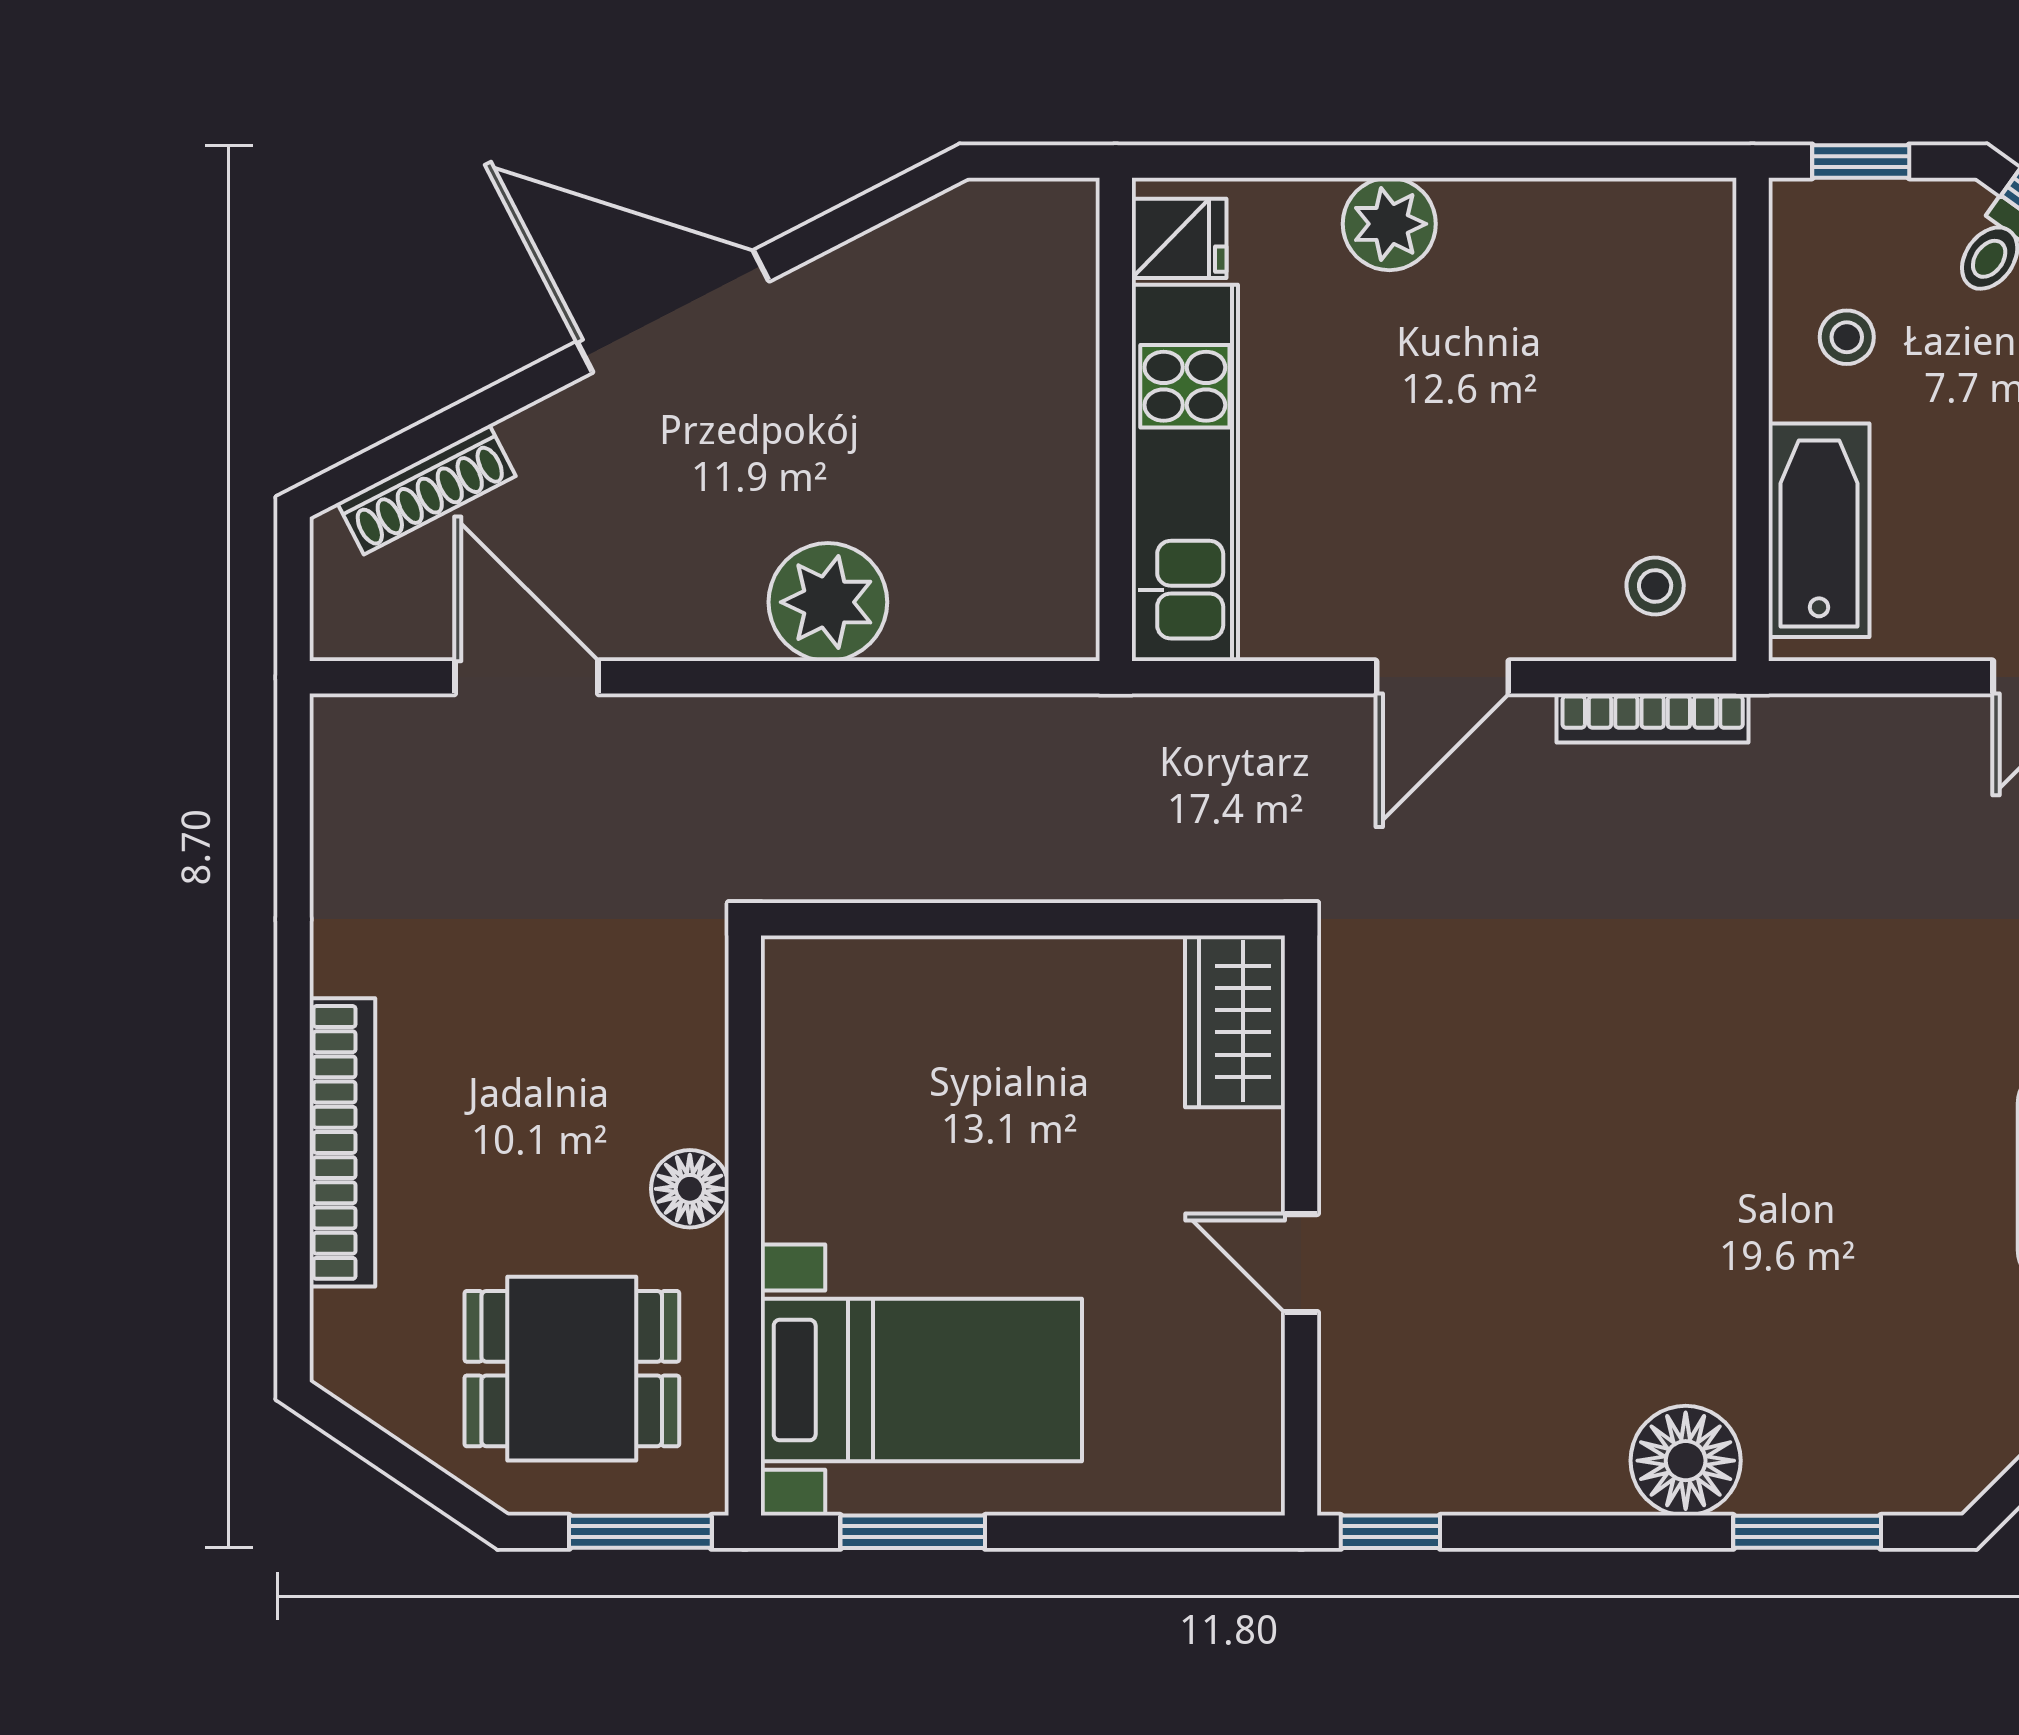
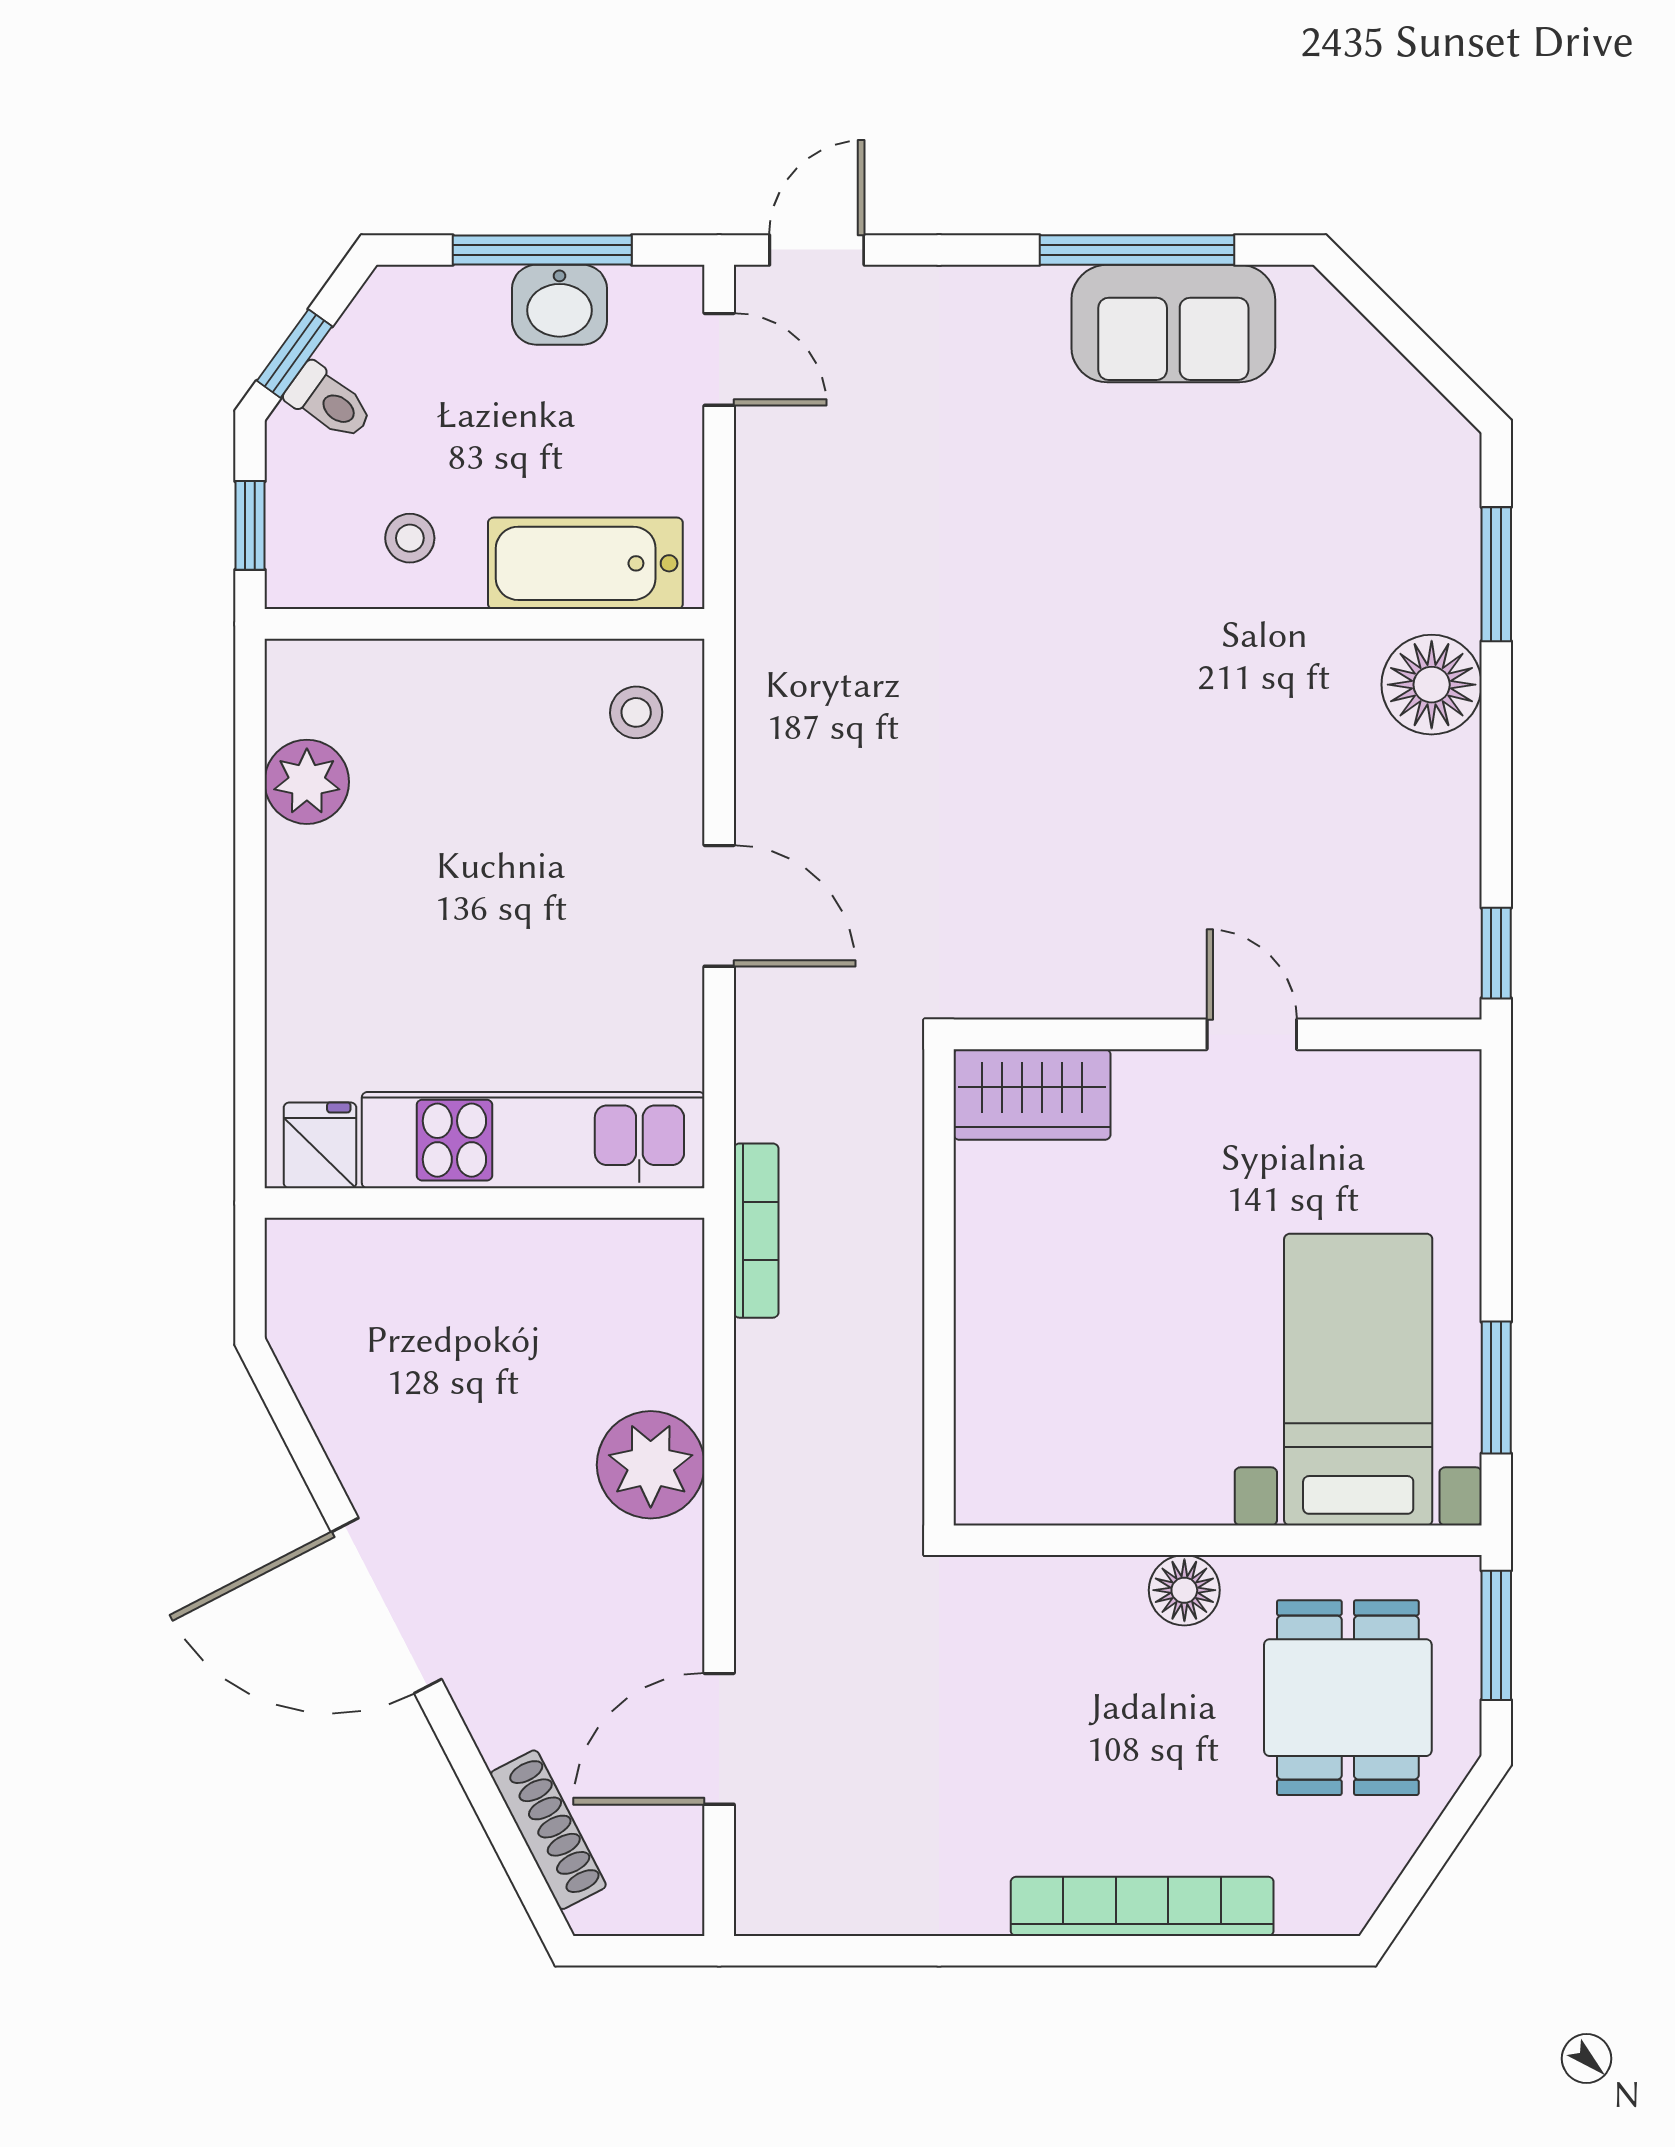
plant: (1389, 224) -> (307, 782), moved
door: (673, 311) -> (386, 1606), hinge flipped
bookcase: (1653, 718) -> (756, 1231), moved
door: (1301, 1263) -> (1252, 1034), swing flipped

